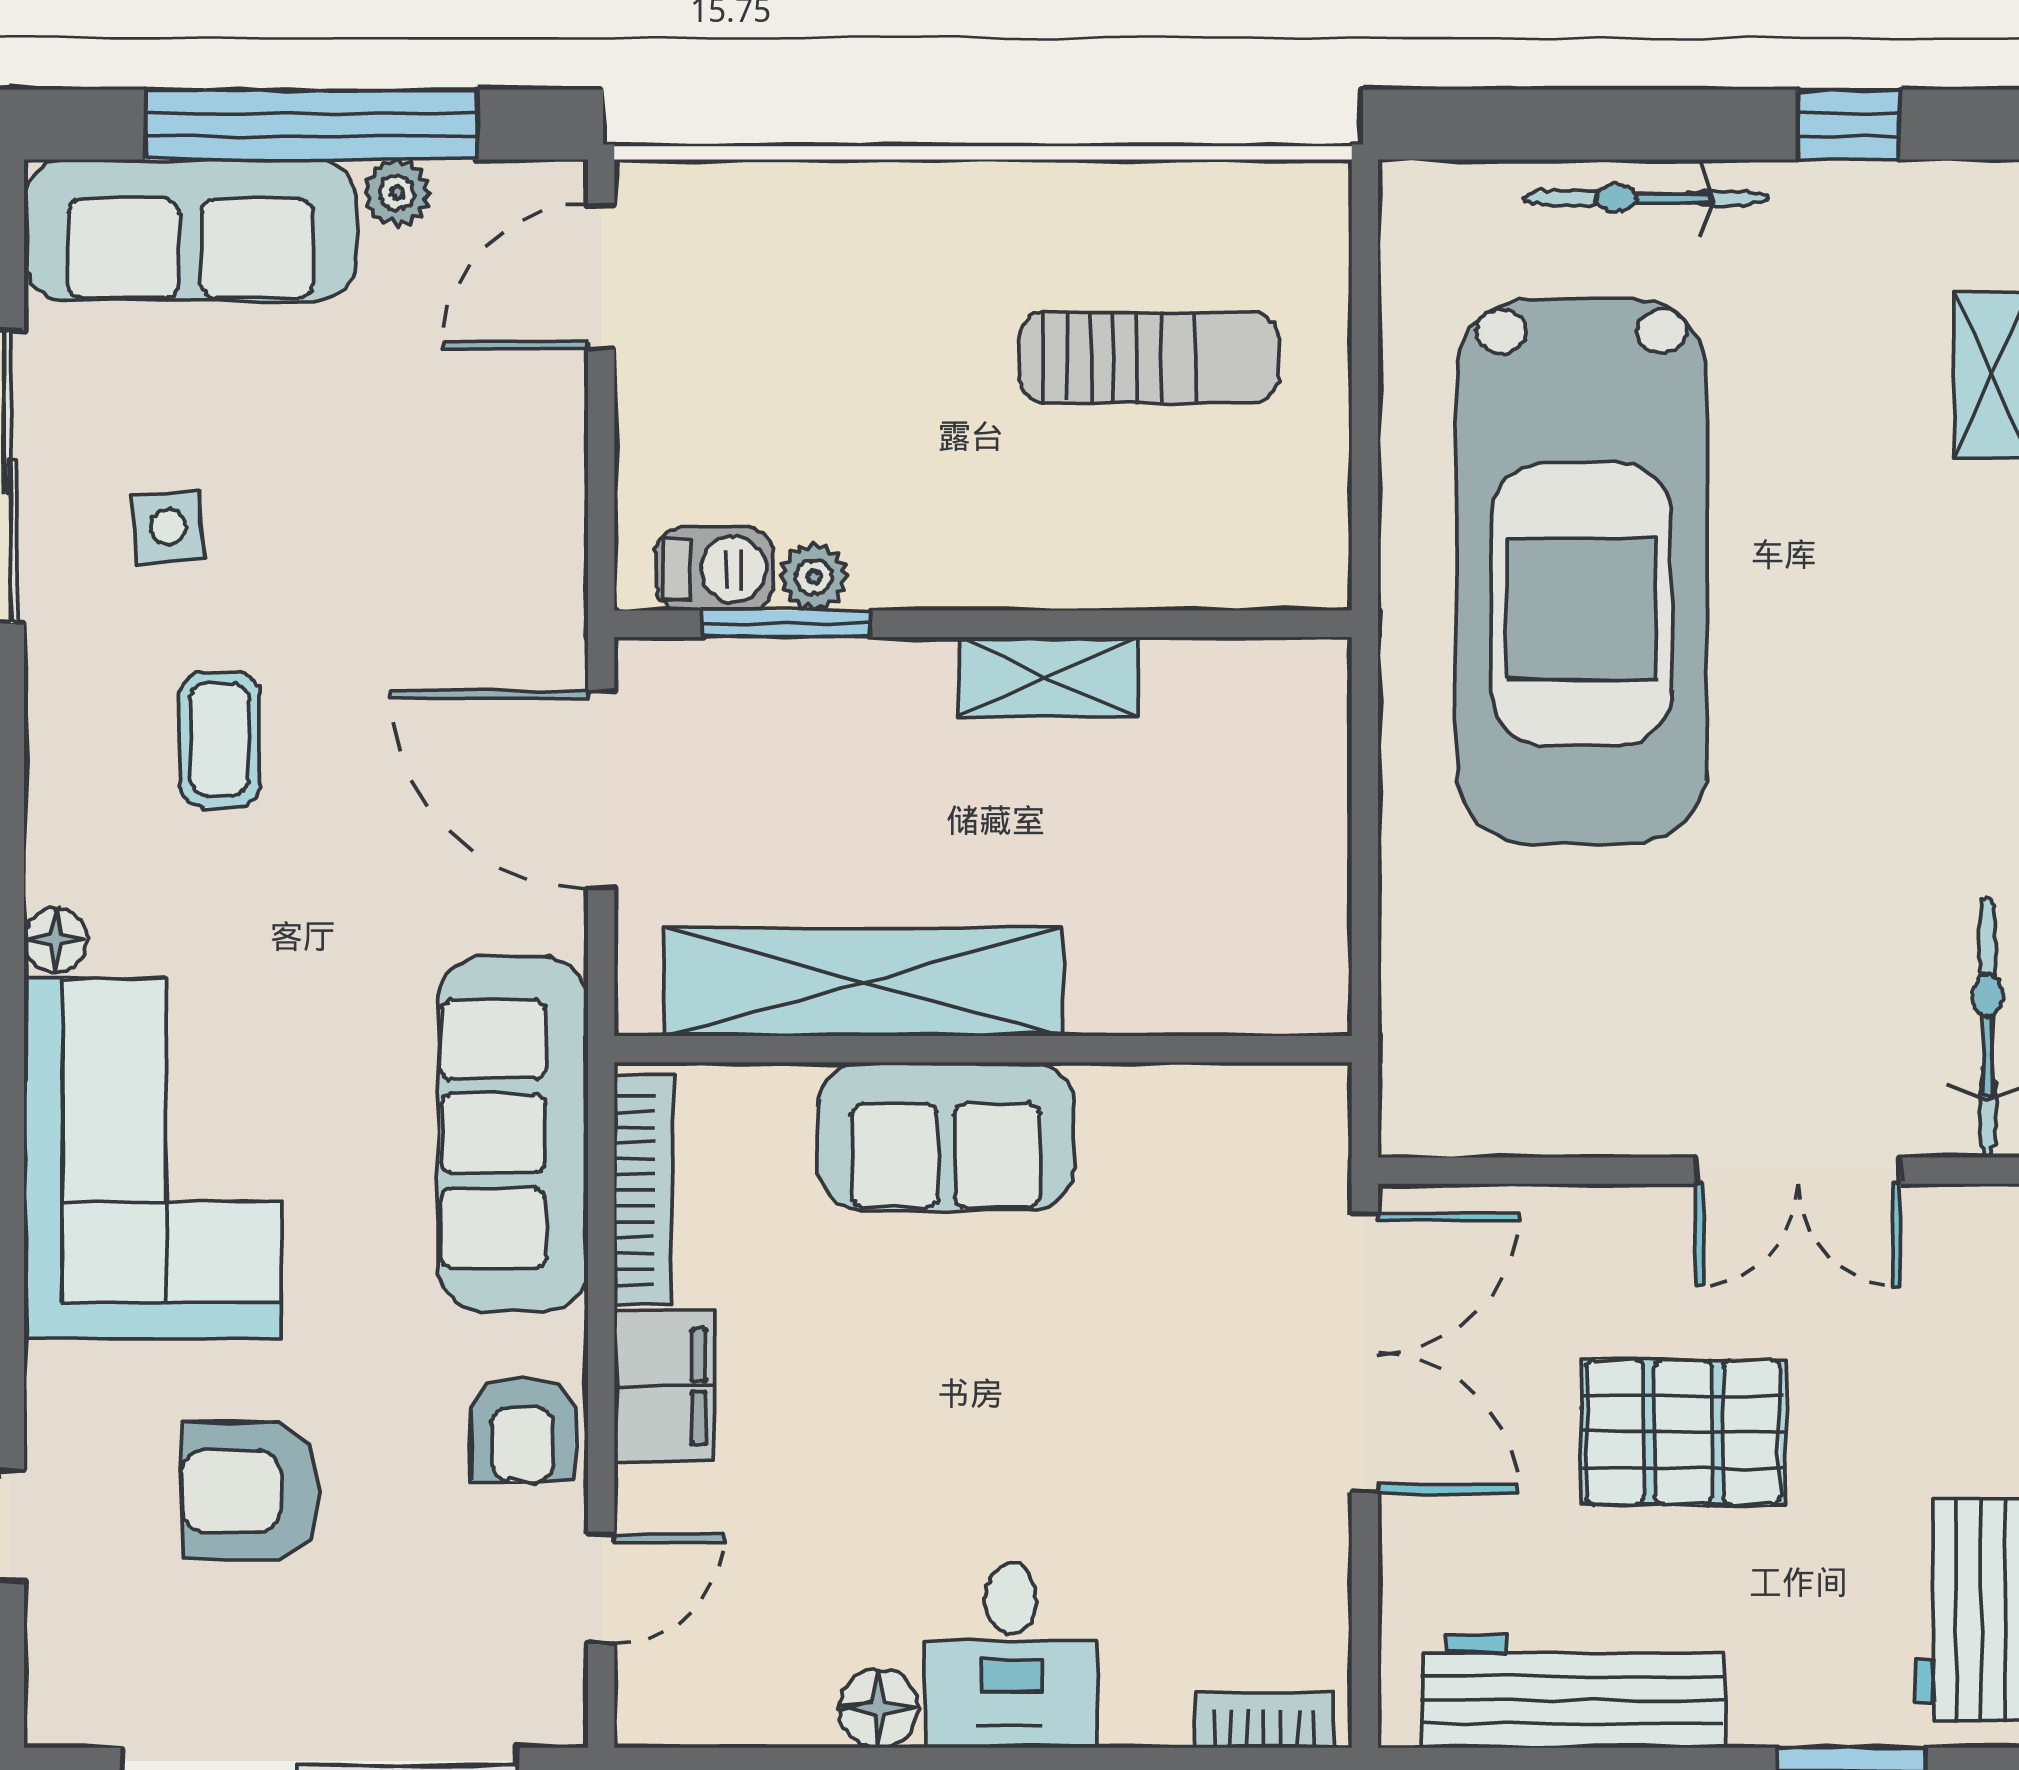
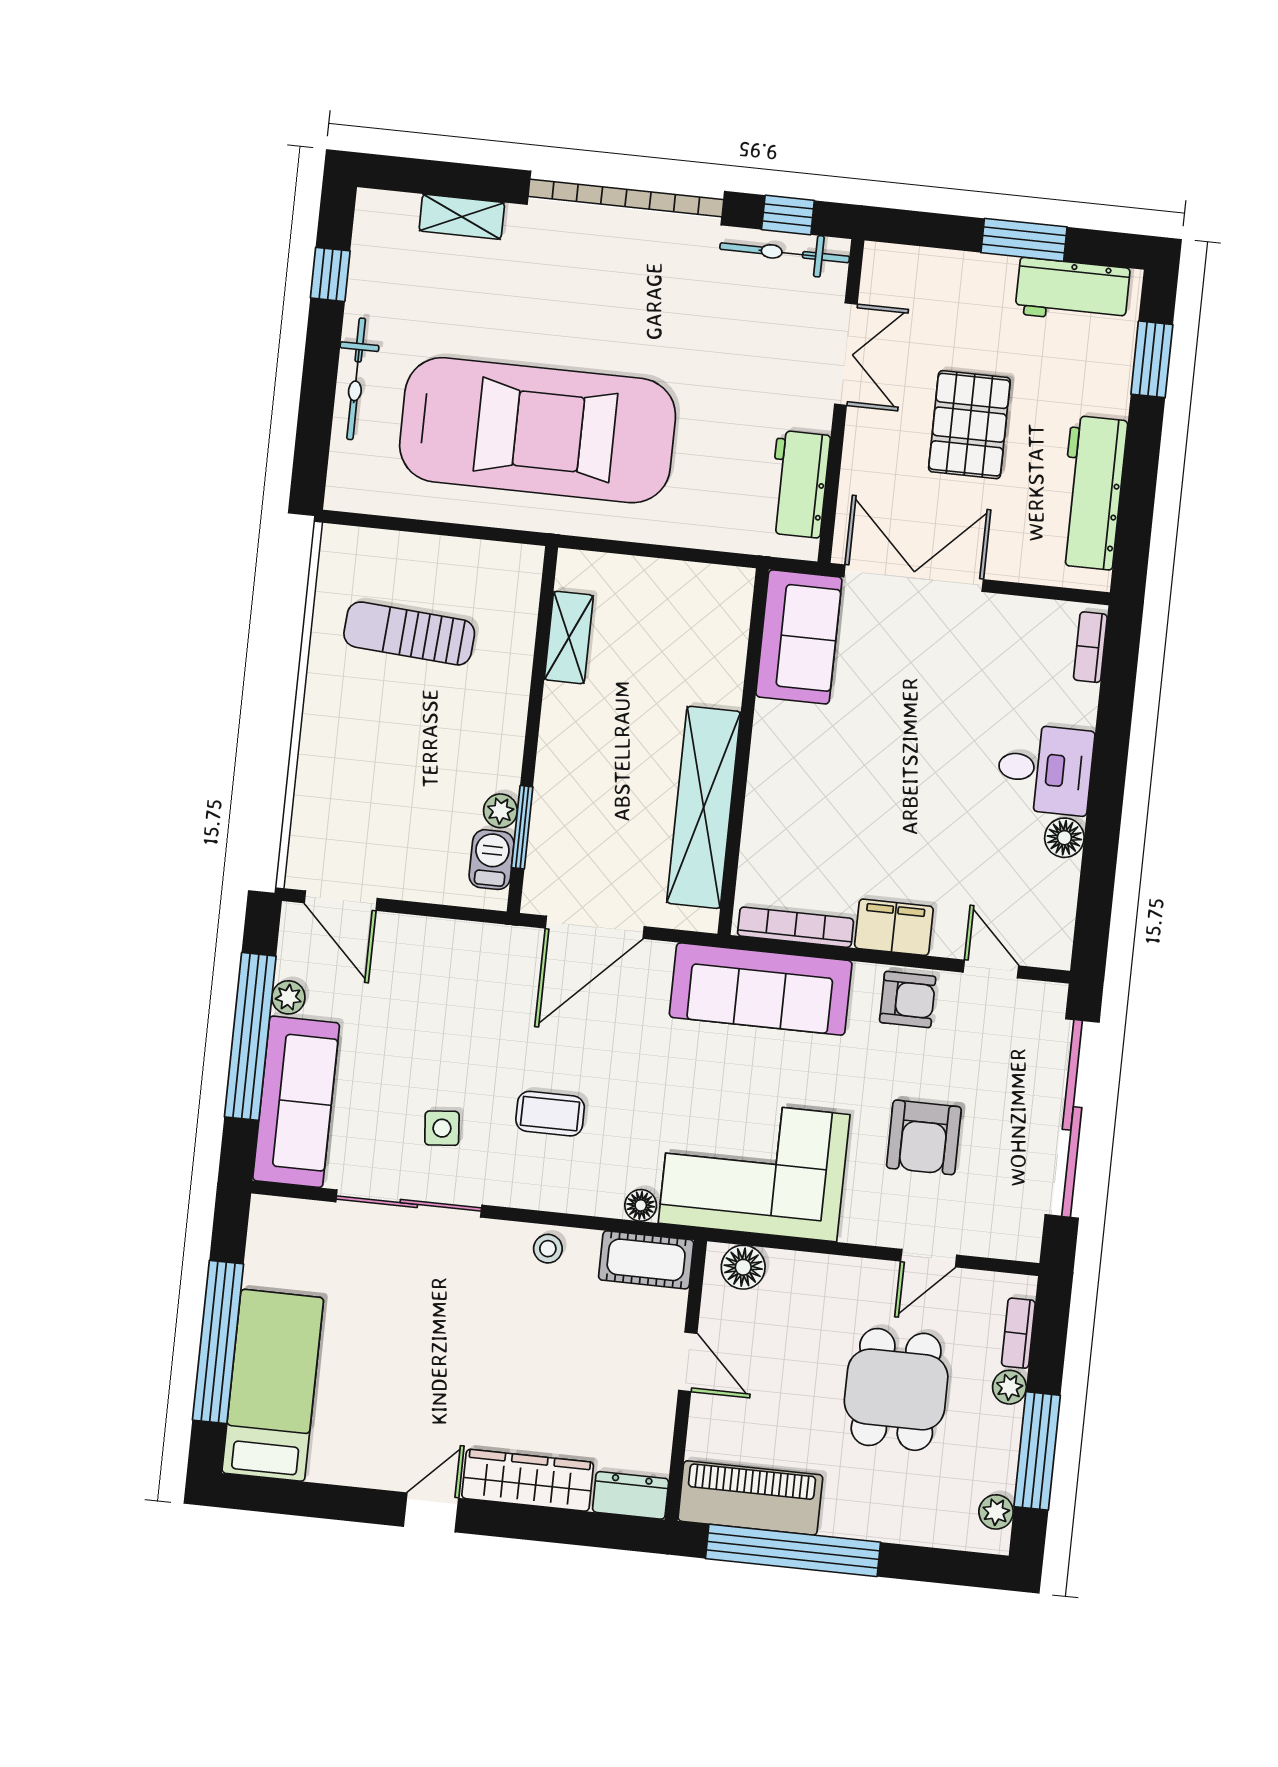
sun lounger: (1149, 358) -> (409, 633), turned -86
shelving: (1048, 677) -> (569, 637), moved
workbench: (1529, 1104) -> (799, 484), added
sofa: (946, 1136) -> (799, 637), moved

